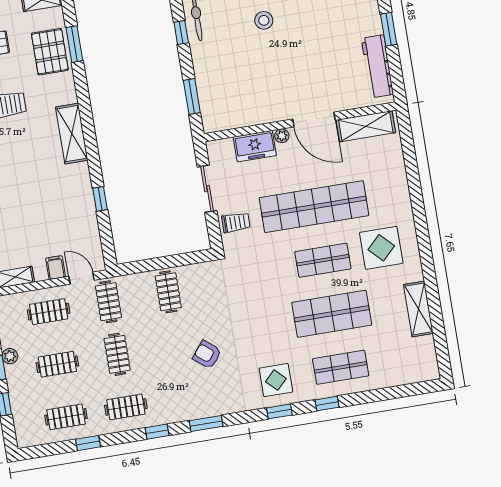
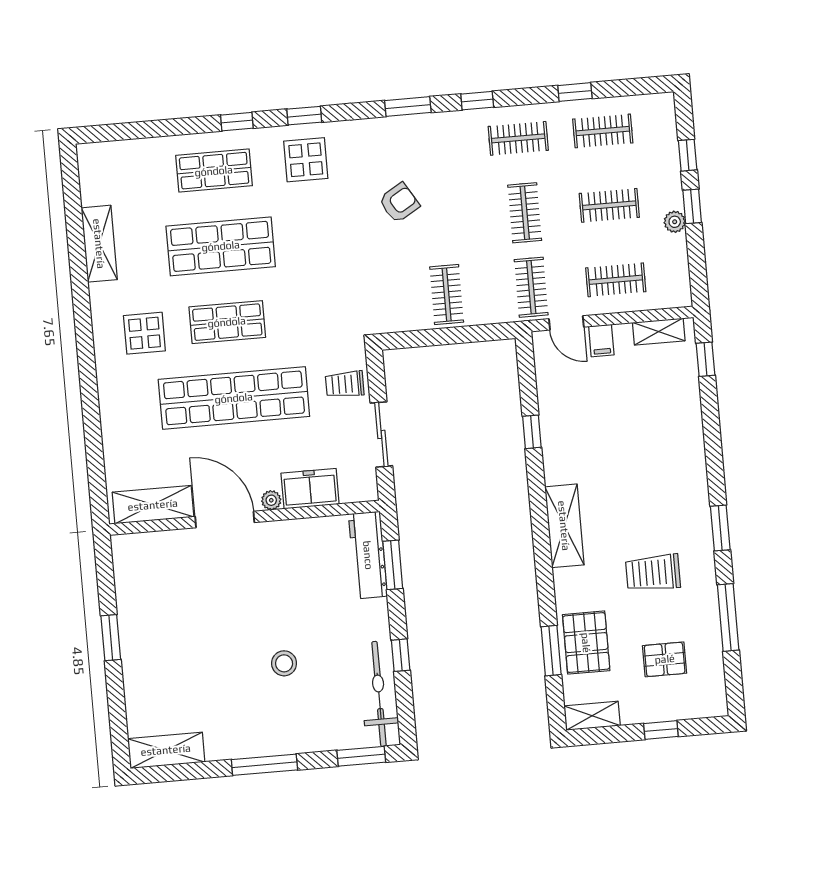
workbench: (377, 66) -> (368, 555), moved, turned 180
display table: (381, 248) -> (144, 333), width x0.73, depth x0.73
armchair: (207, 355) -> (399, 203), turned -70

